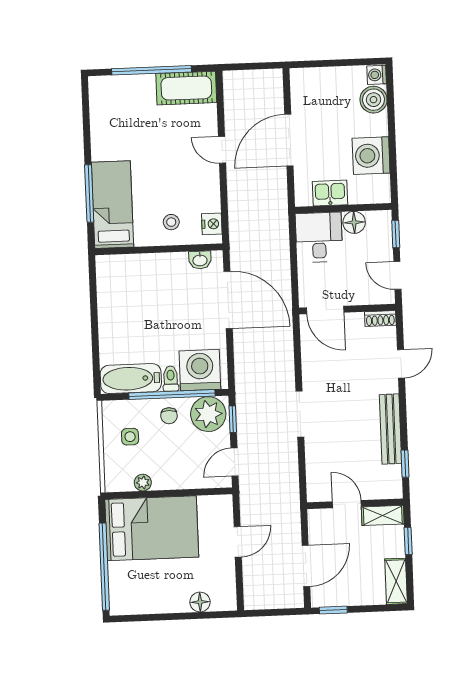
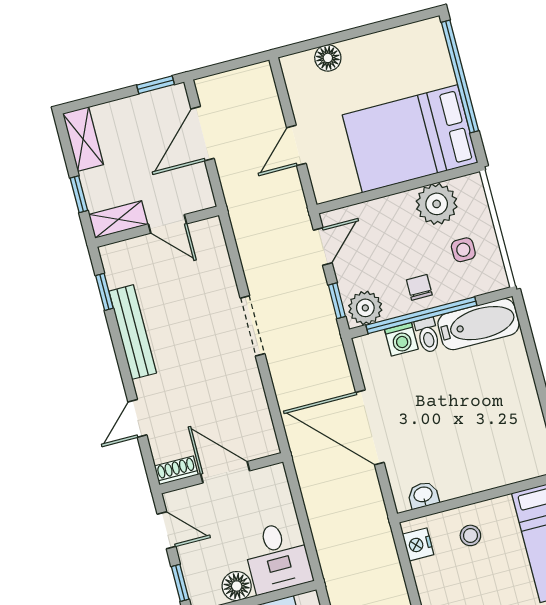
door: (228, 300) -> (370, 427), moved
door: (325, 310) -> (225, 472), moved
washing machine: (200, 370) -> (401, 339), width x0.53, depth x0.53
plant: (208, 414) -> (365, 308), width x0.73, depth x0.73
plant: (143, 483) -> (437, 204), width x1.88, depth x1.88

